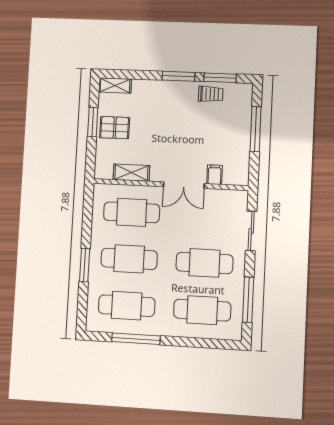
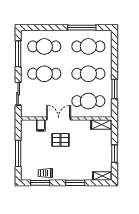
window: (178, 76) -> (75, 183), moved
pallet: (115, 128) -> (61, 140), moved
shelving: (131, 173) -> (101, 125), moved
window: (85, 265) -> (114, 89), moved

